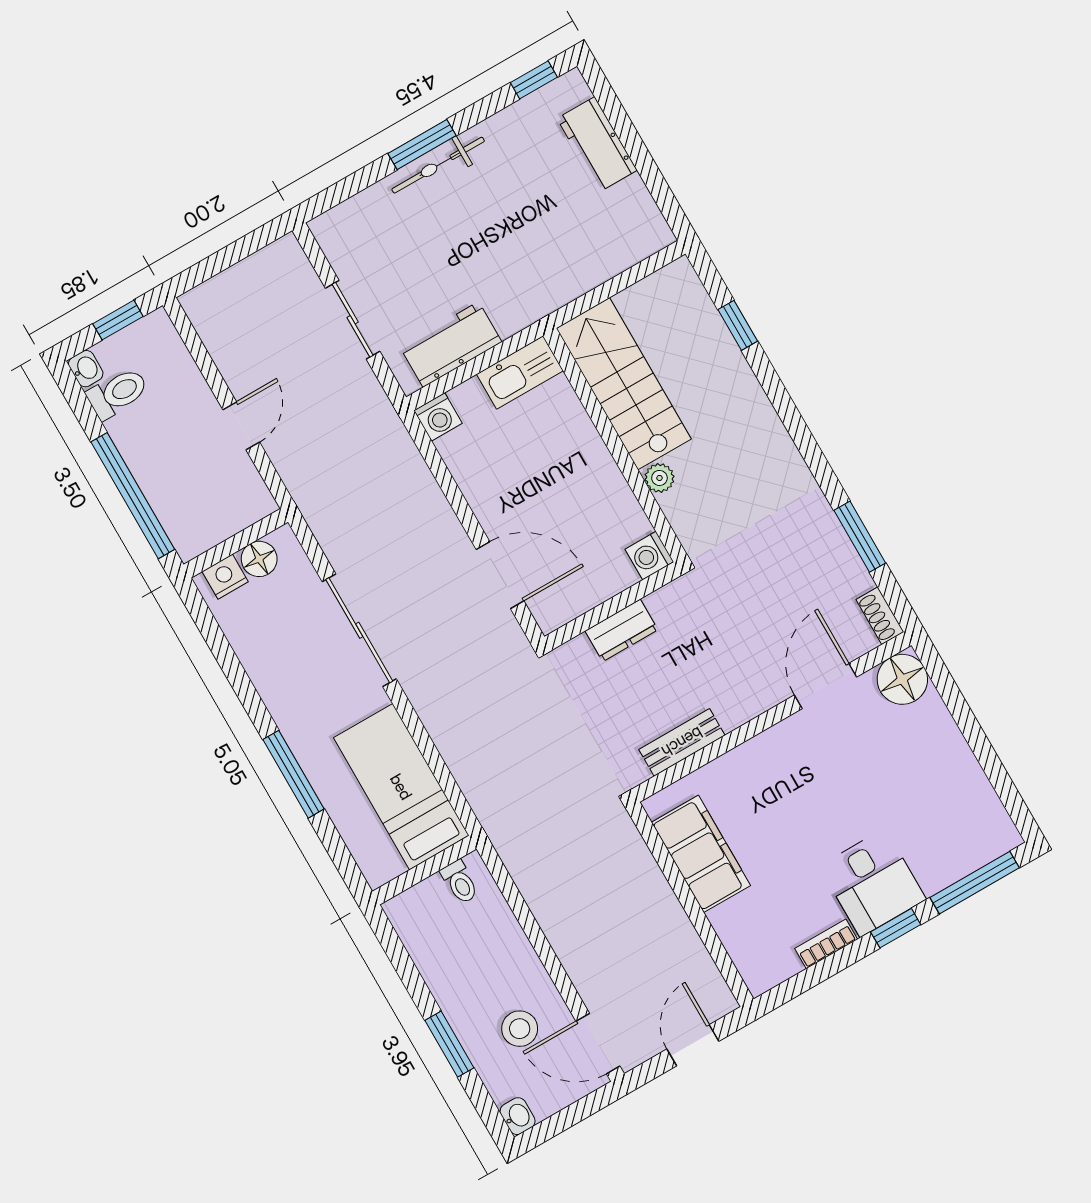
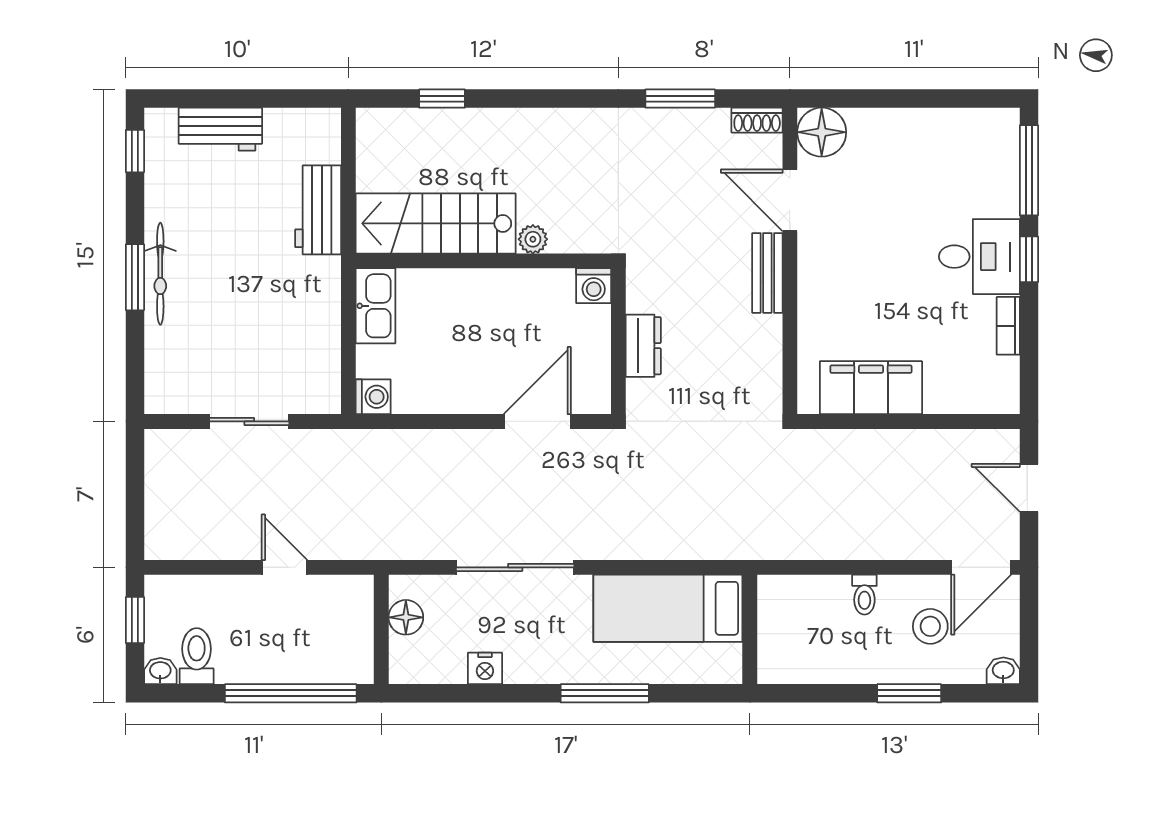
workbench: (451, 344) -> (318, 210), moved
nightstand: (225, 577) -> (485, 668), moved, turned -90
bench: (682, 742) -> (767, 273), moved
toilet: (460, 882) -> (864, 595), moved, turned 90

